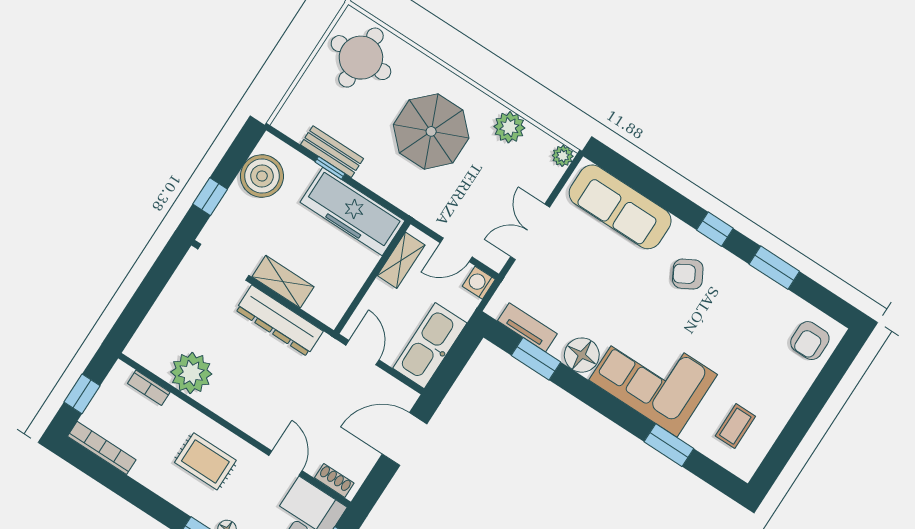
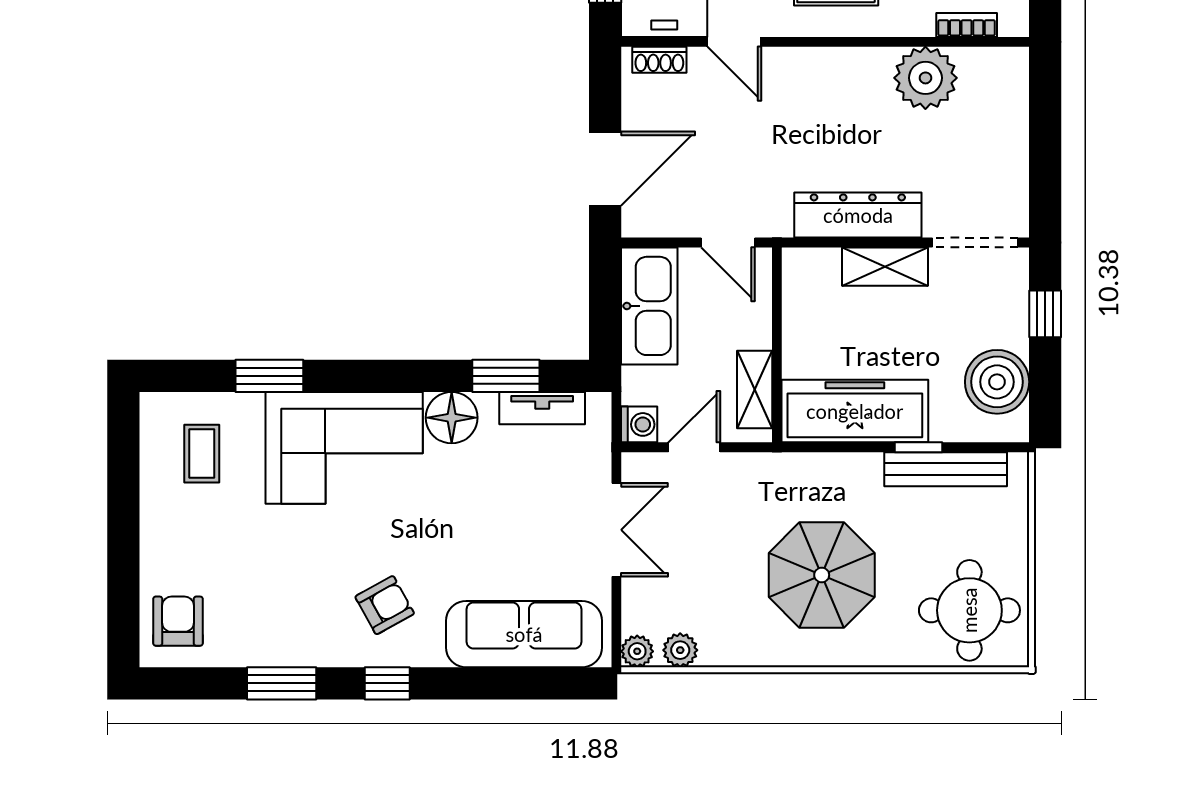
plant: (509, 127) -> (680, 650), moved, width x0.73, depth x0.73
bench: (332, 152) -> (946, 469), width x1.36

